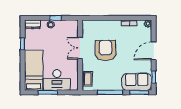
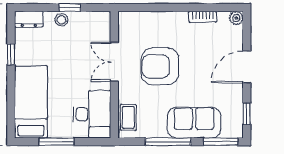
armchair: (106, 51) -> (160, 66), turned -90
desk: (57, 80) -> (92, 114), moved, turned -90
sofa: (137, 82) -> (194, 123), moved

